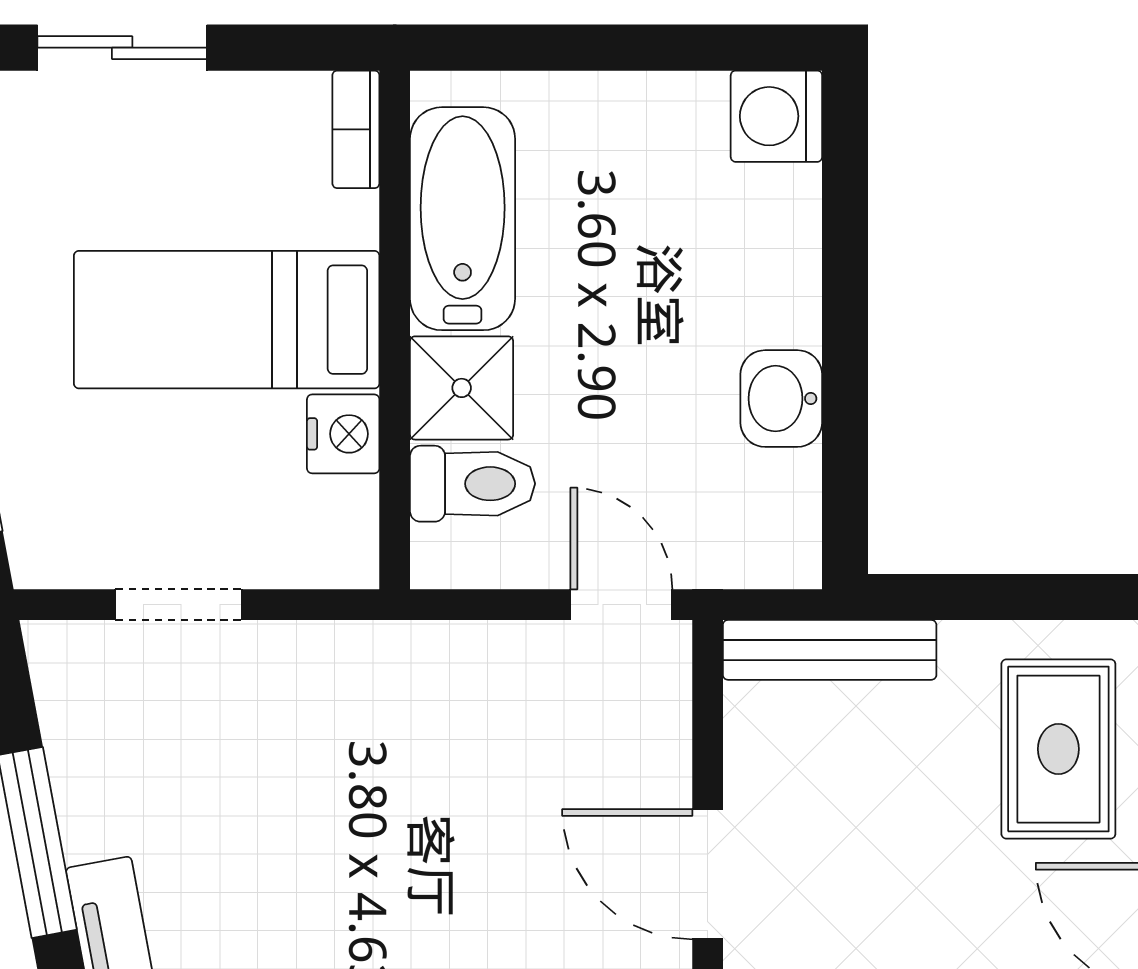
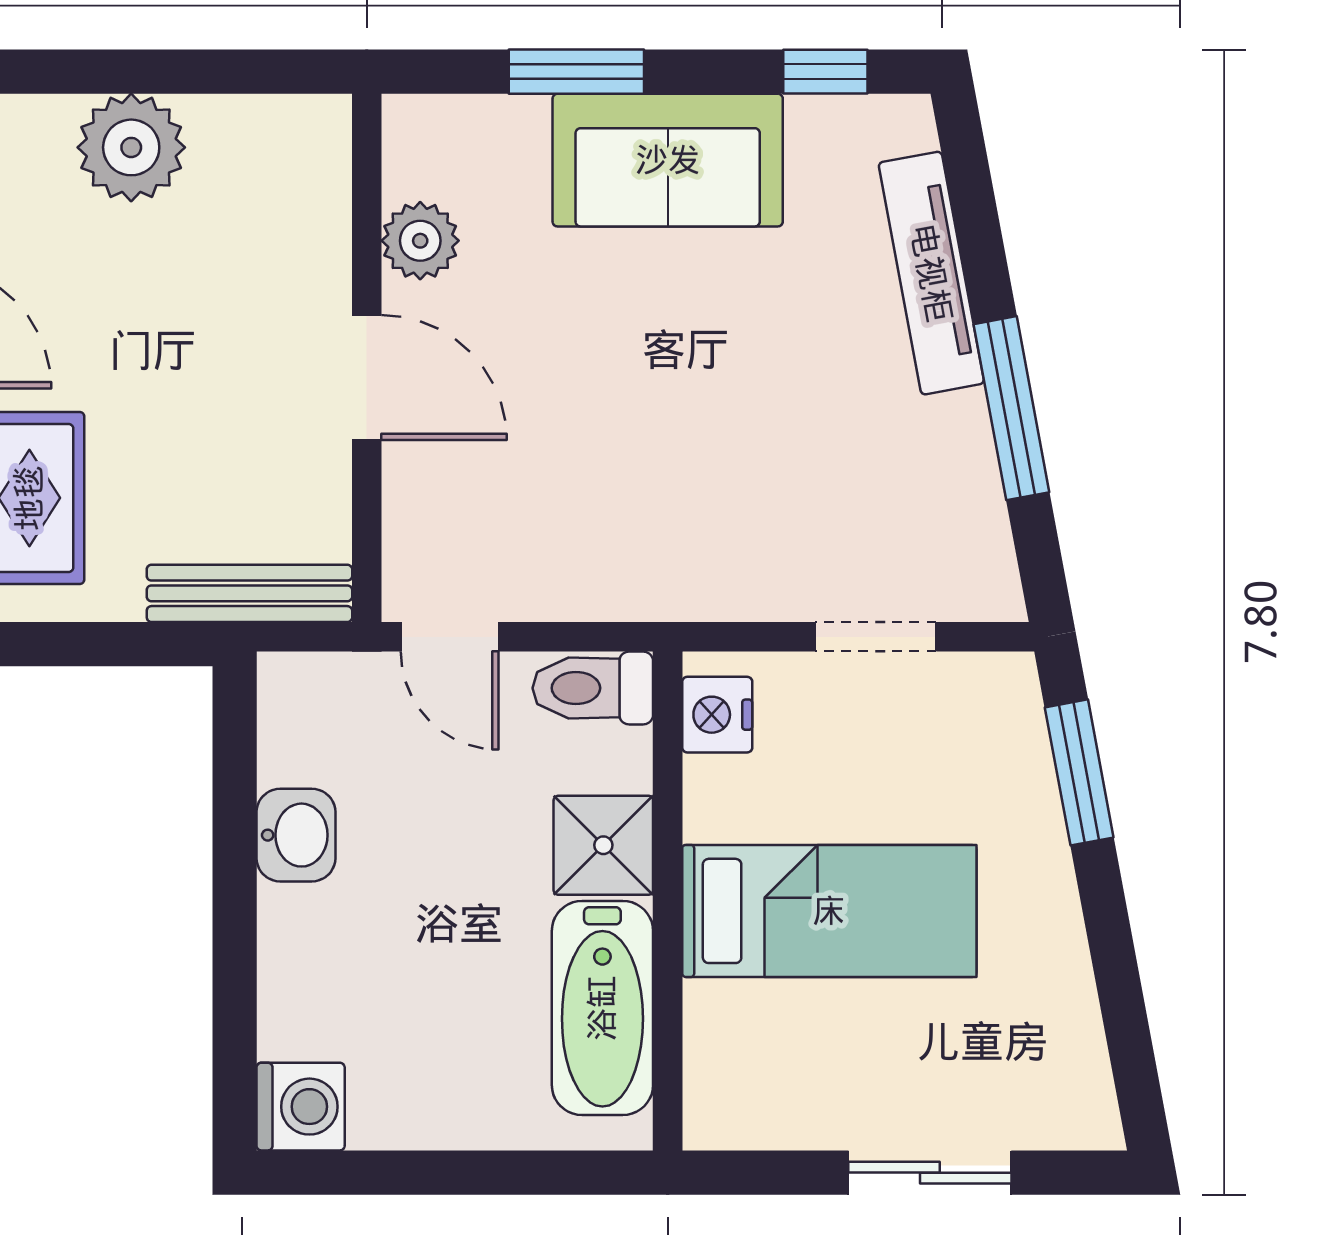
bookcase: (356, 129) -> (705, 1094), removed
nightstand: (343, 434) -> (717, 715), moved
toilet: (473, 484) -> (593, 688), moved

